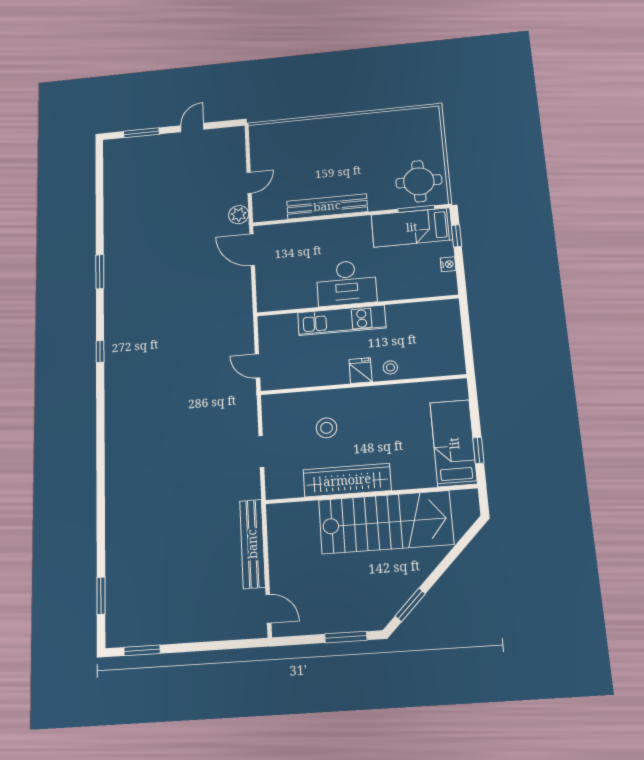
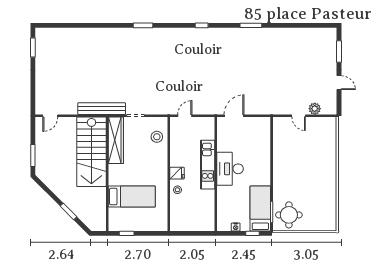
bench: (327, 206) -> (279, 161), removed
plant: (239, 215) -> (315, 109), moved
door: (252, 250) -> (234, 116), moved
stool: (327, 428) -> (157, 137), moved
bed: (454, 443) -> (132, 197), moved
wardrobe: (347, 480) -> (116, 140), moved
stairs: (386, 522) -> (91, 152), moved
bench: (252, 544) -> (102, 109), moved
window: (101, 596) -> (143, 25), moved
window: (410, 605) -> (69, 211), moved

